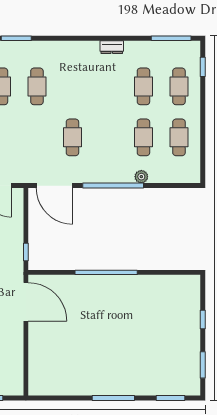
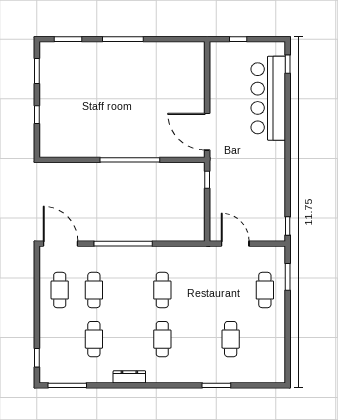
dresser: (112, 47) -> (129, 377), width x1.44
cafe table: (37, 86) -> (162, 339), moved
cafe table: (179, 86) -> (60, 339), removed
plant: (141, 177) -> (96, 252), removed
door: (54, 186) -> (61, 244), moved

